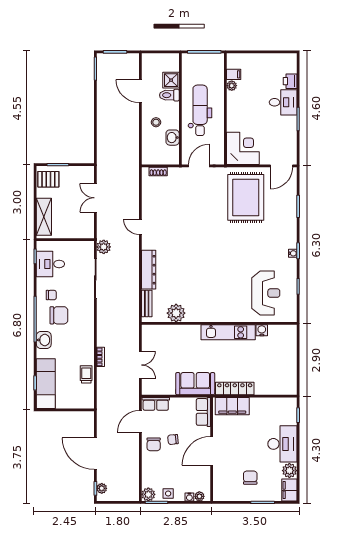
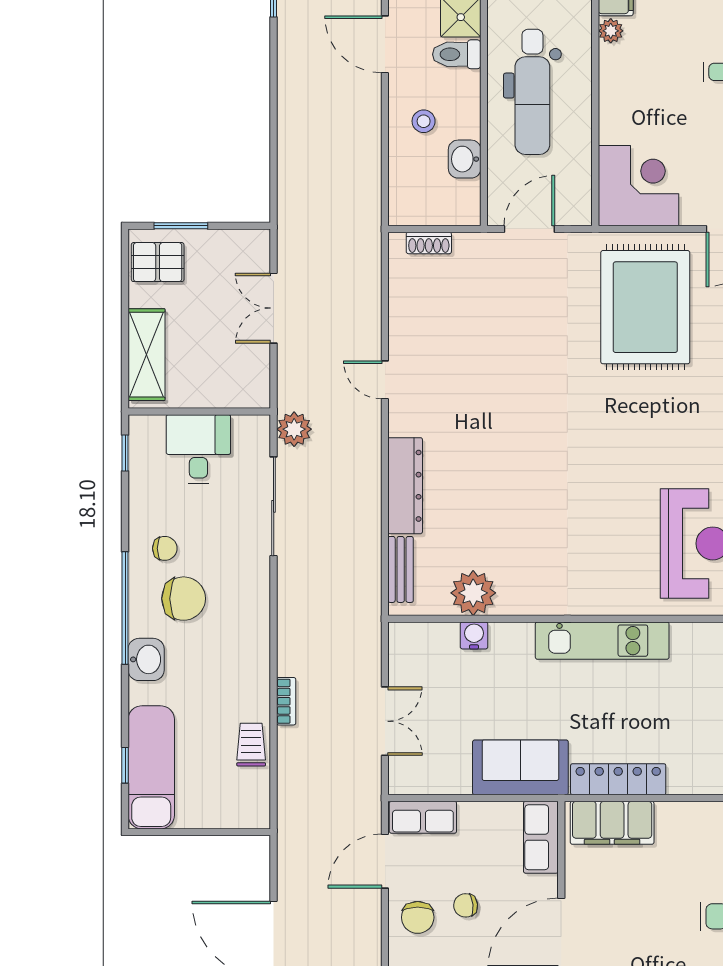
dental chair: (200, 110) -> (532, 92), turned 180
desk: (50, 264) -> (198, 449), moved, turned 90
water cooler: (262, 330) -> (474, 635), moved

